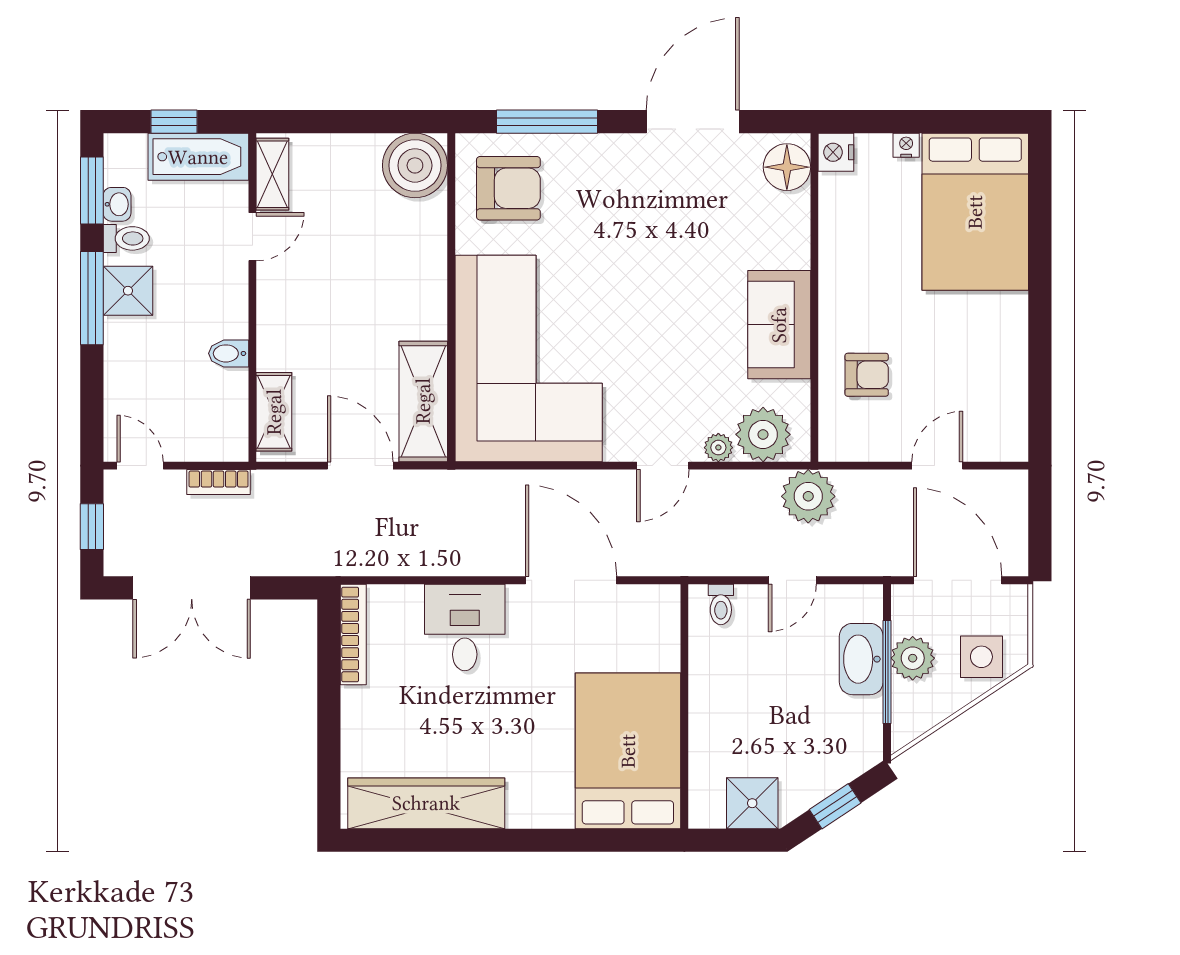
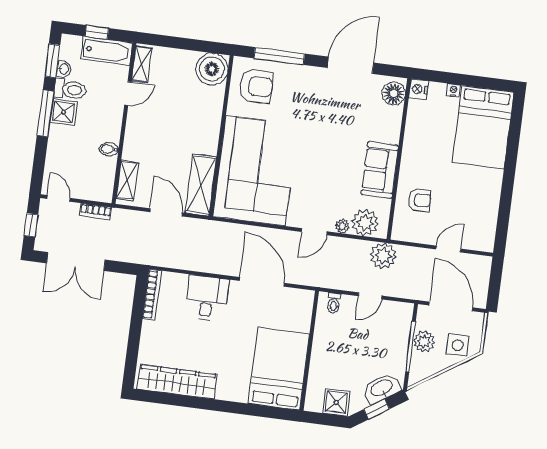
toilet: (126, 238) -> (70, 89), width x1.37, depth x1.39
washbasin: (861, 659) -> (382, 388), moved, turned 56

